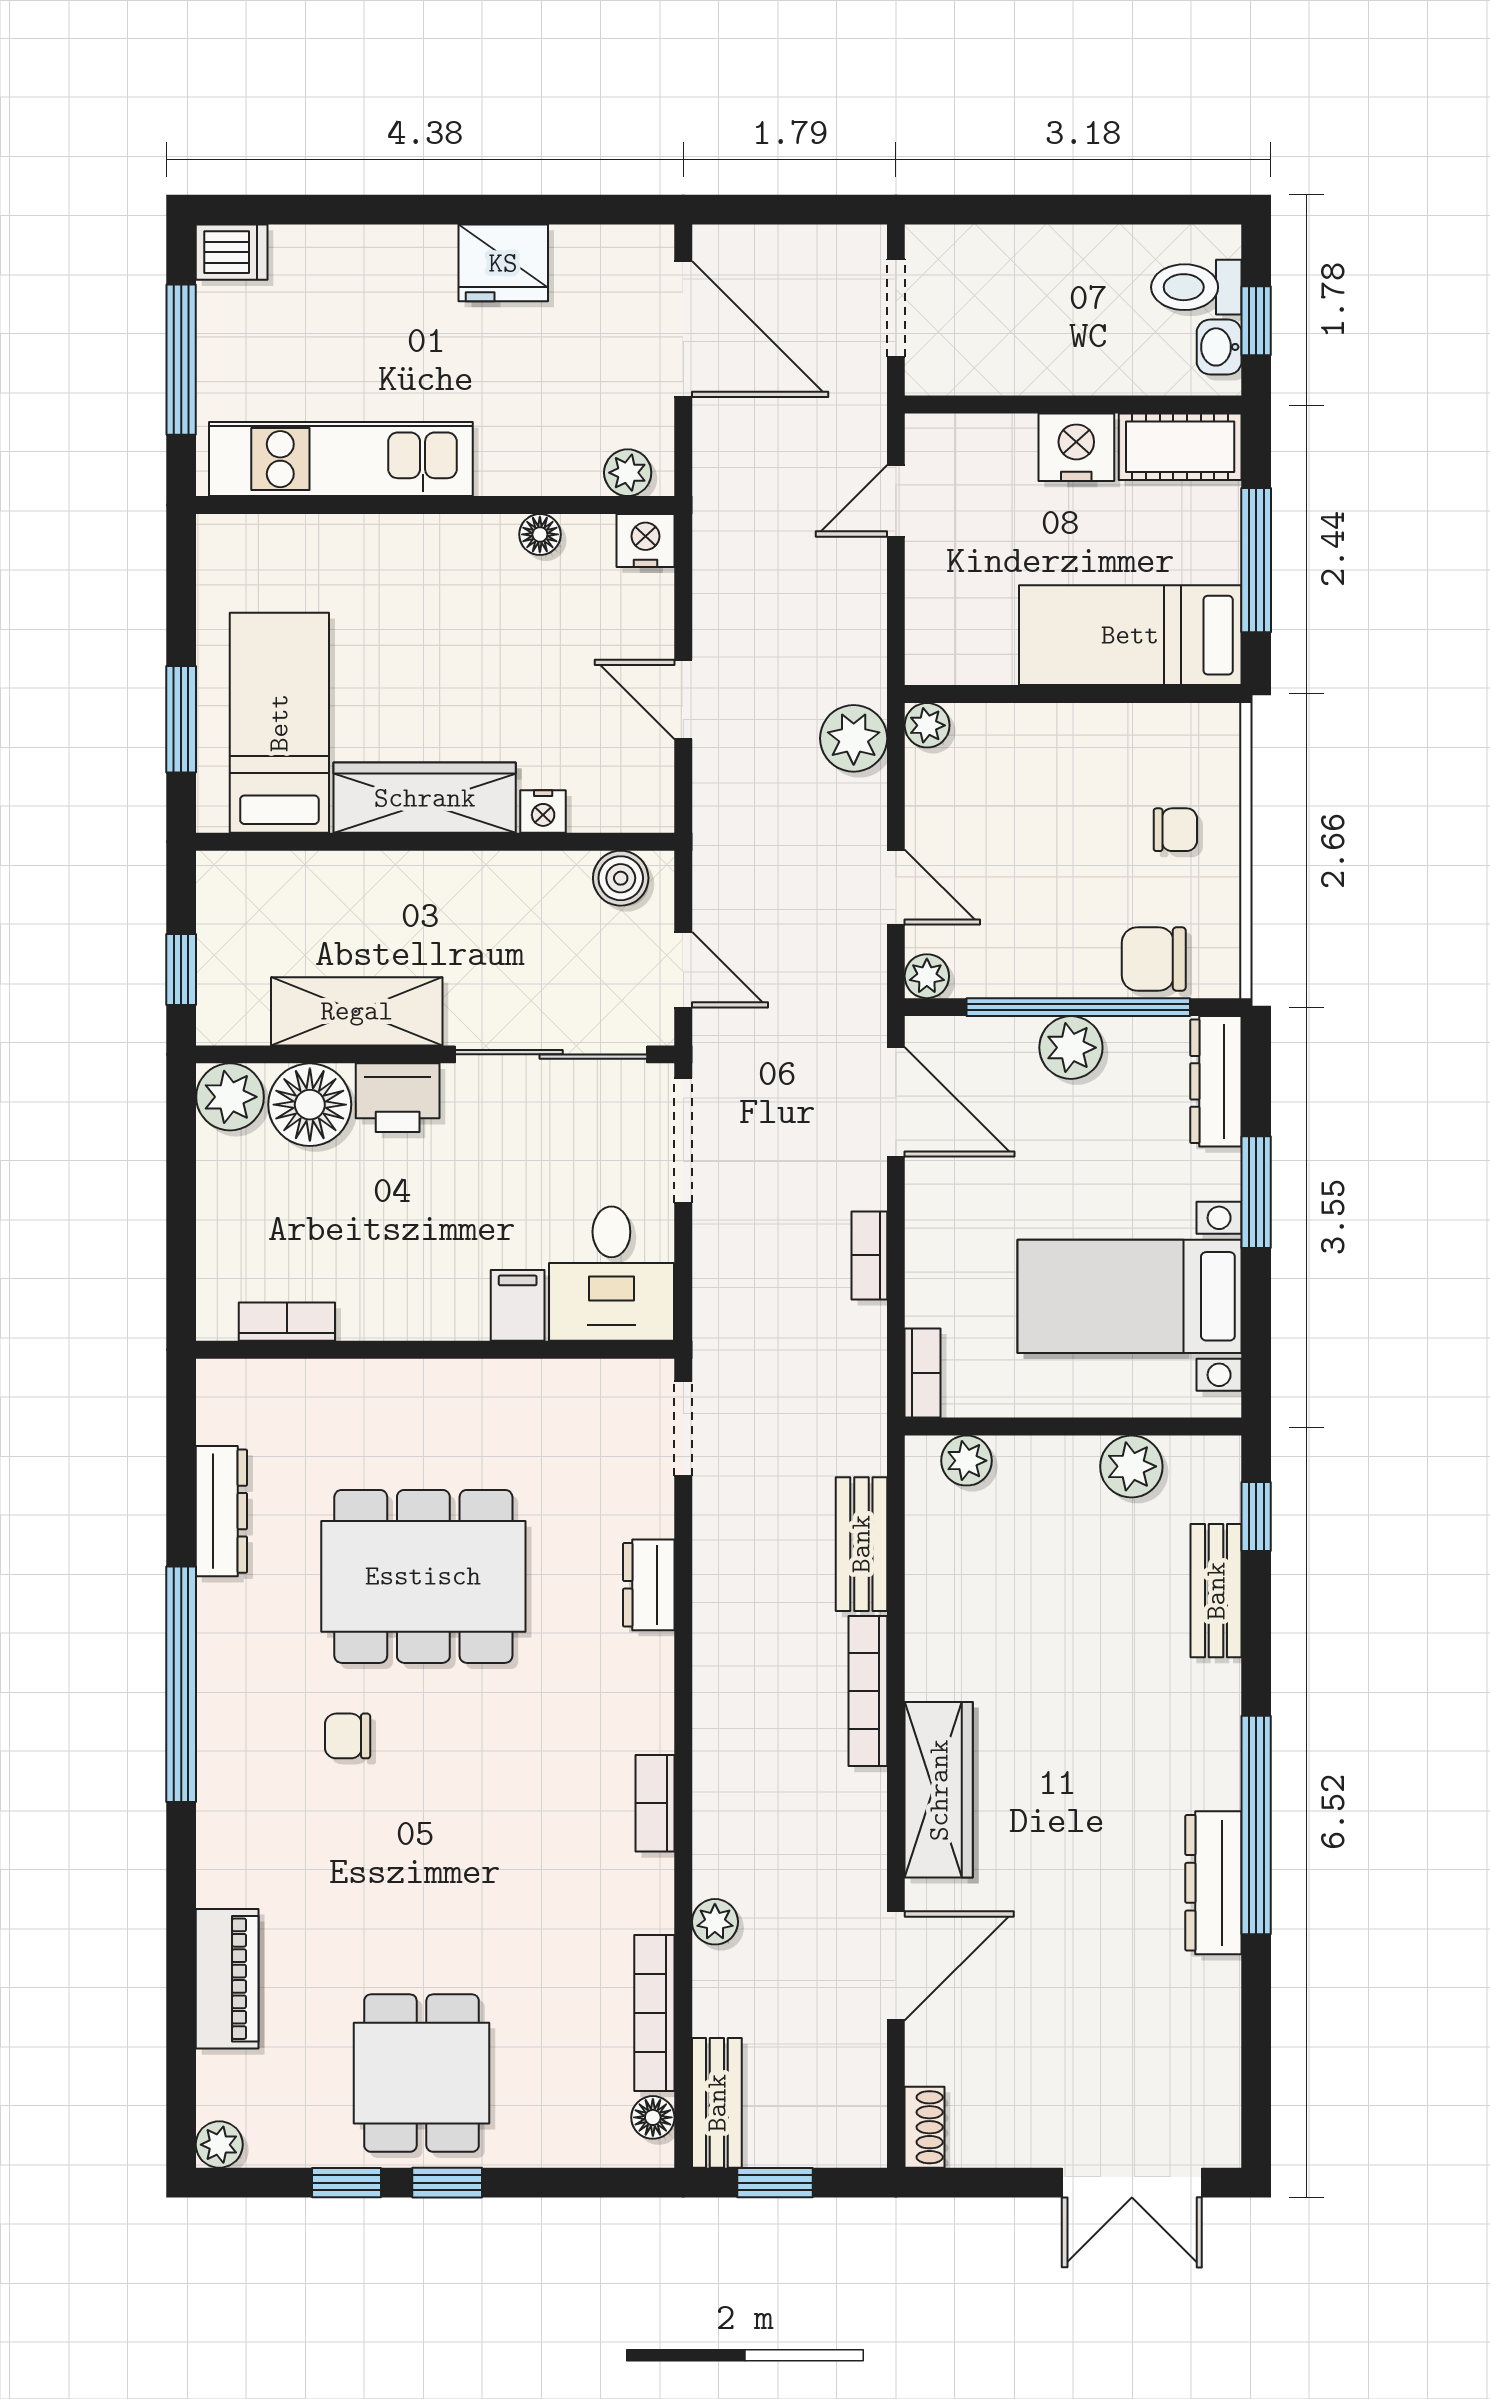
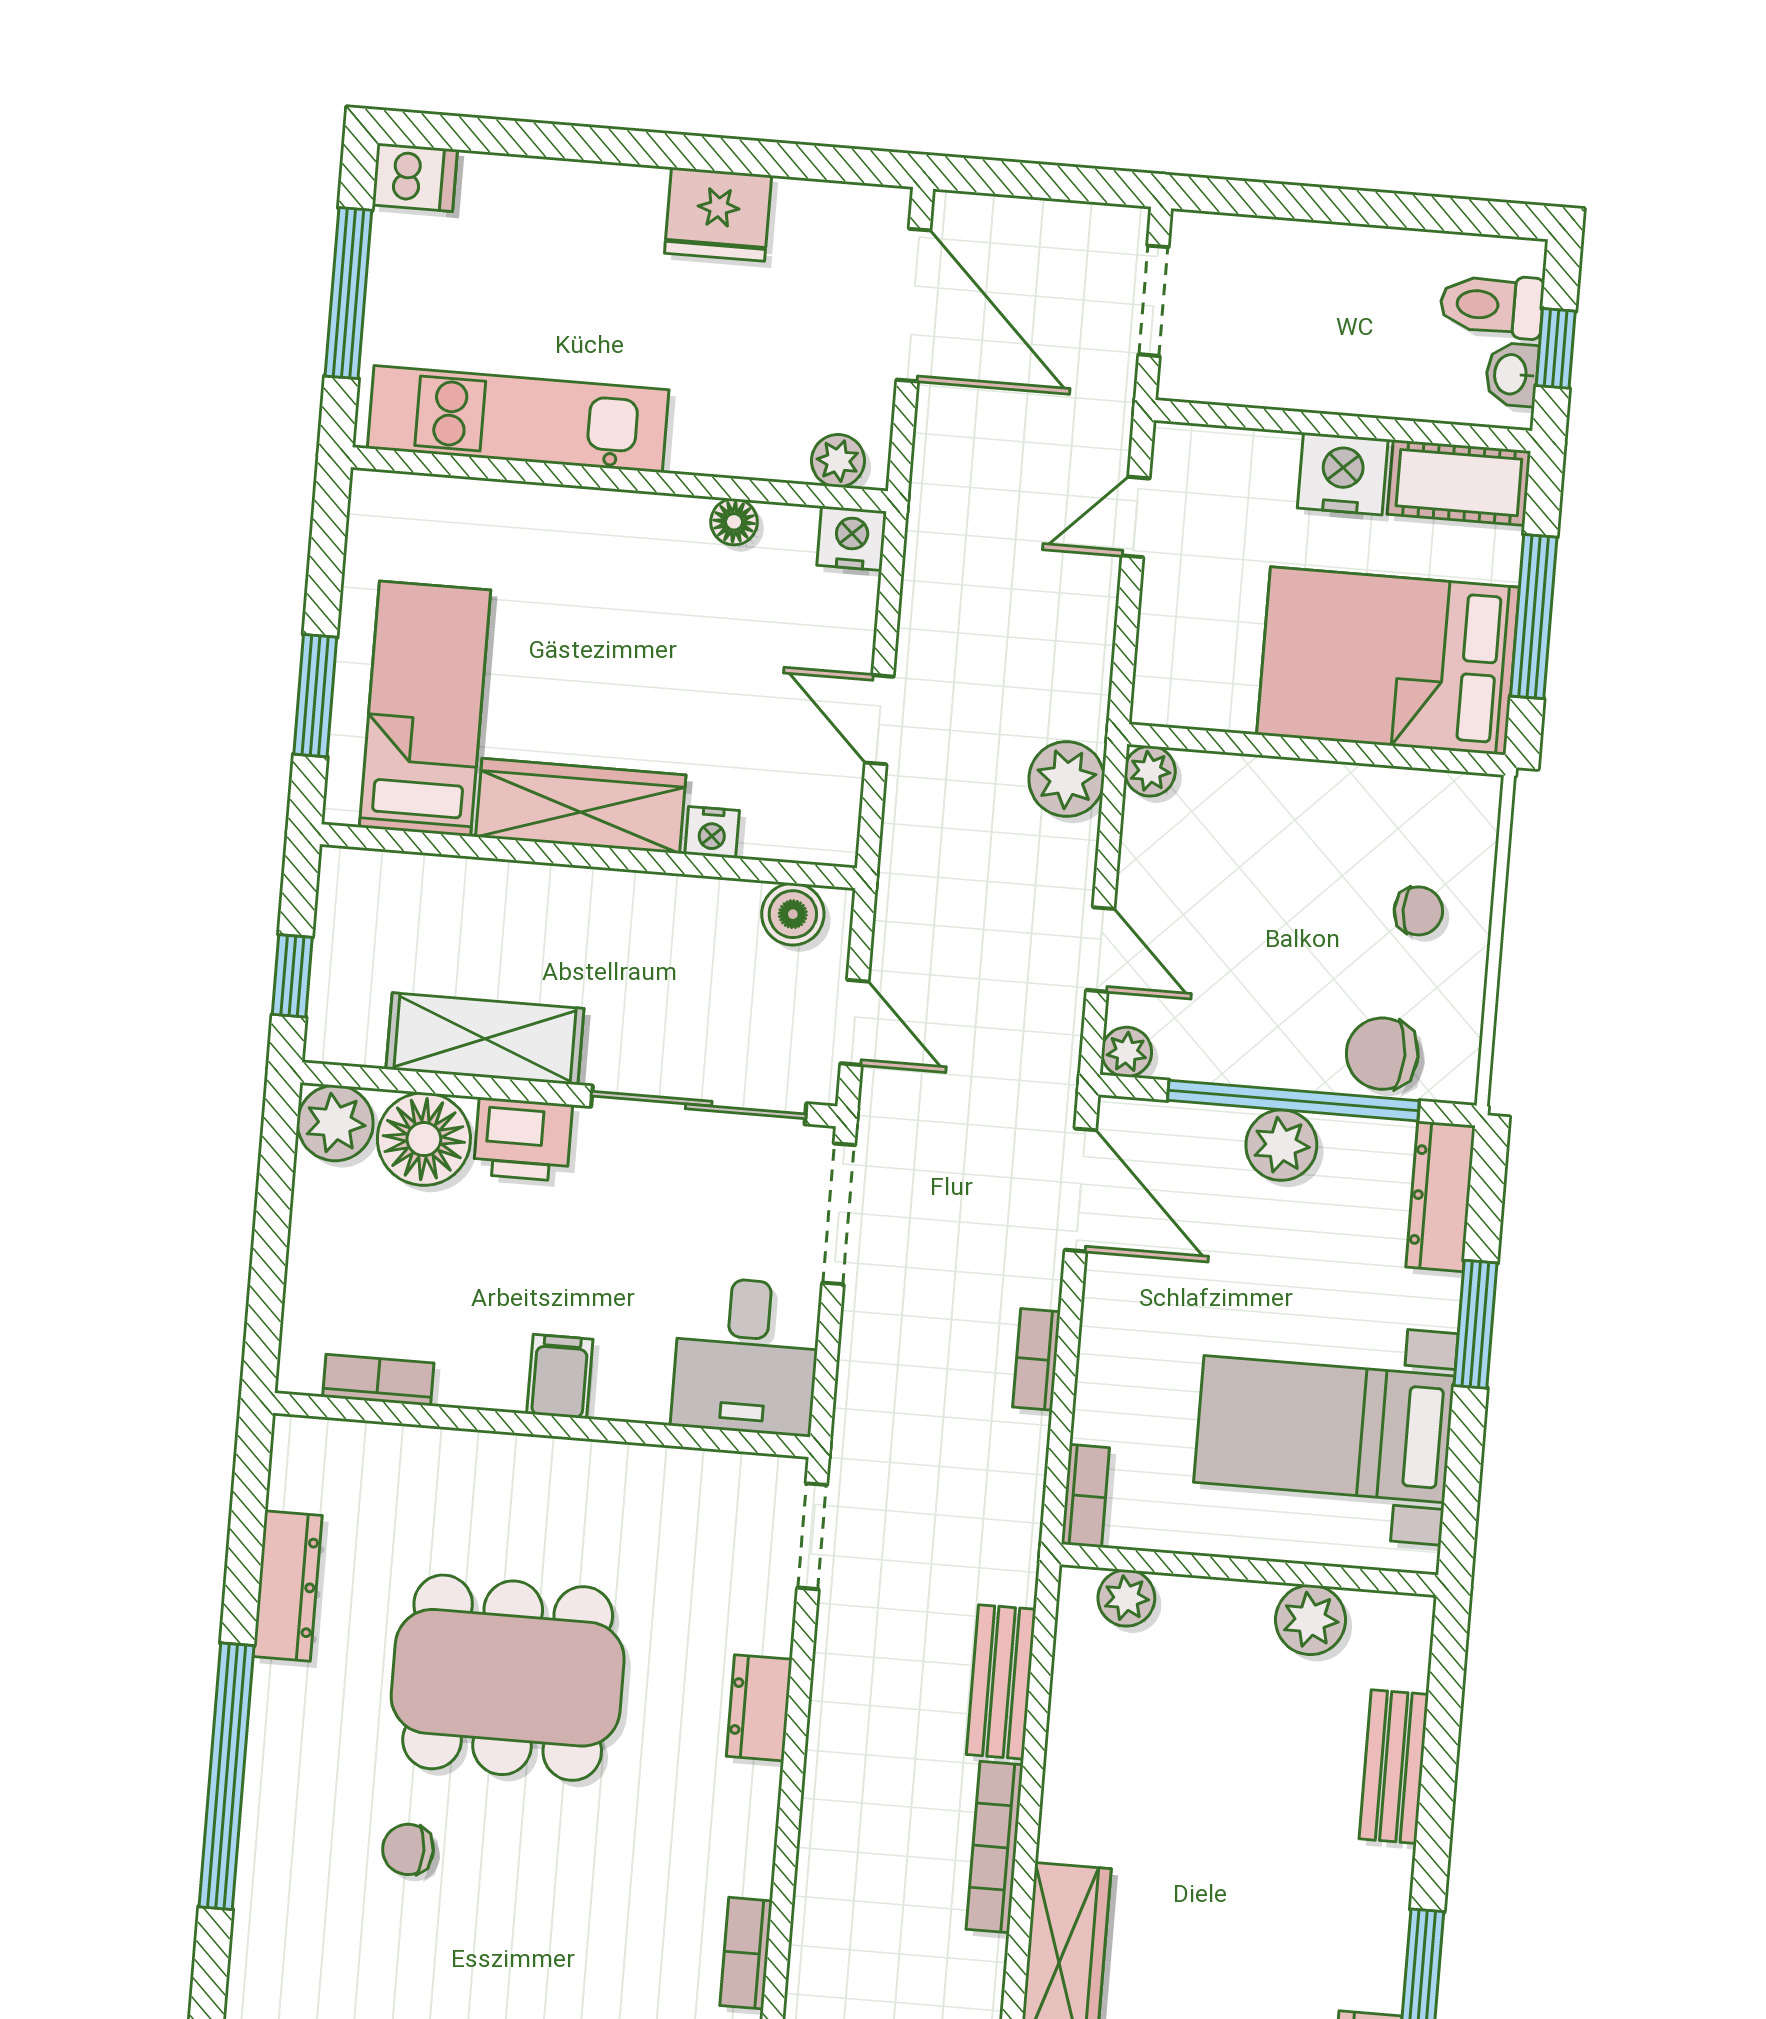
bed: (1130, 635) -> (1388, 661), width x1.50
filing cabinet: (518, 1305) -> (560, 1376), moved
window: (1256, 1516) -> (1446, 1687), removed

